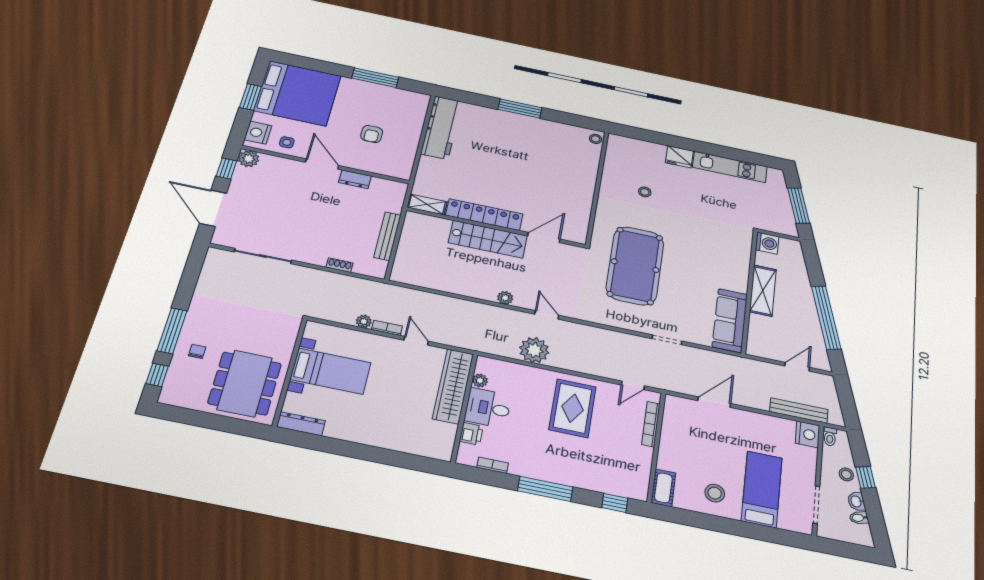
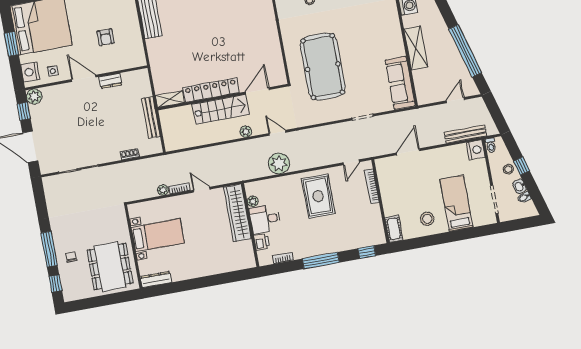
shelving: (427, 205) -> (170, 99), moved
locker: (484, 215) -> (211, 90), moved
wall: (496, 228) -> (223, 97), moved
door: (544, 238) -> (257, 91), moved
stairs: (488, 239) -> (221, 109), moved

